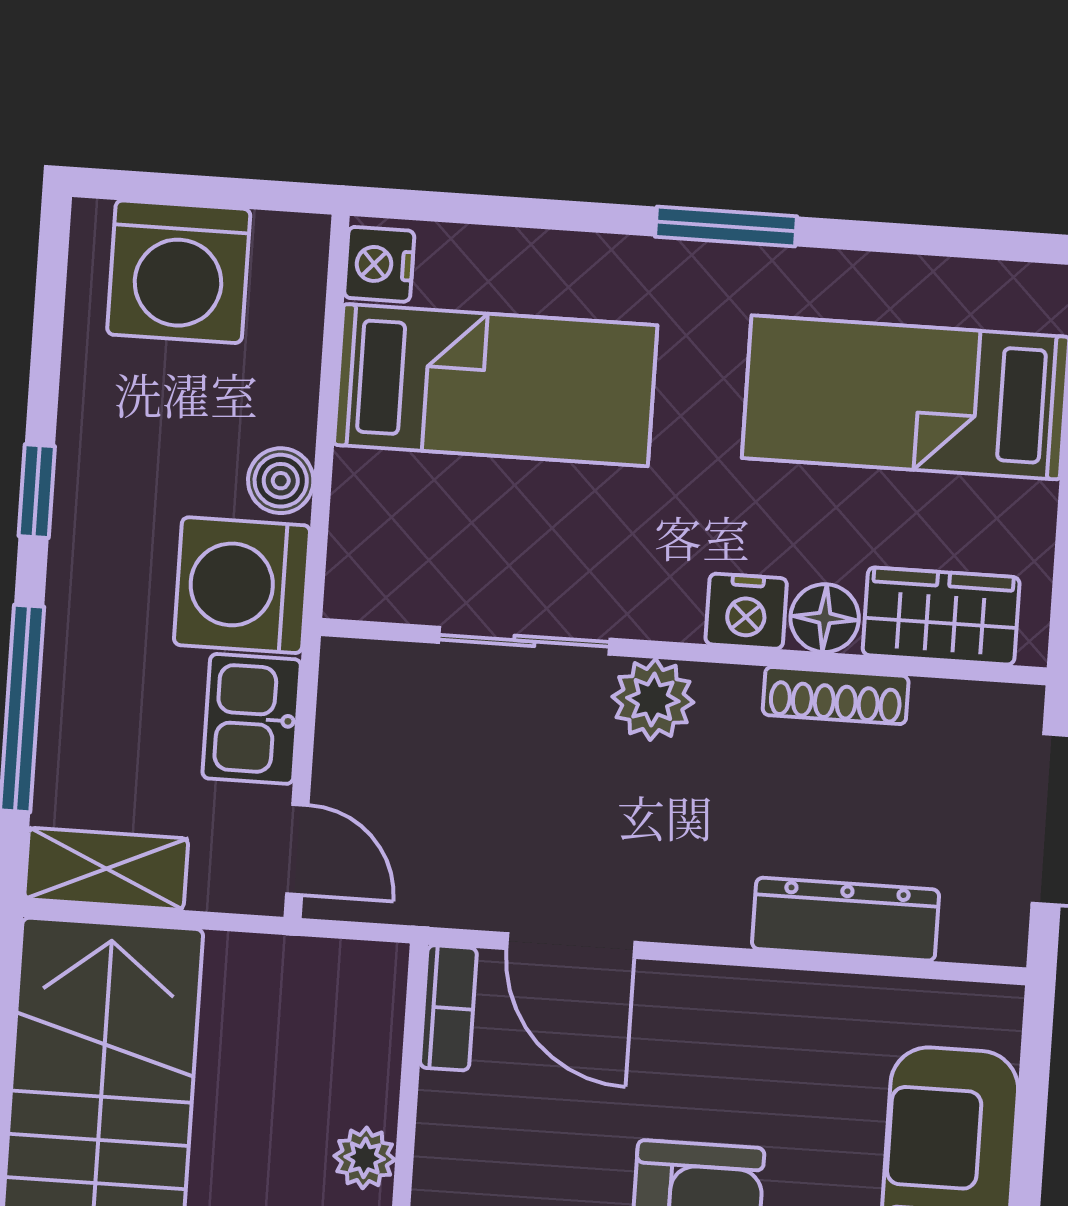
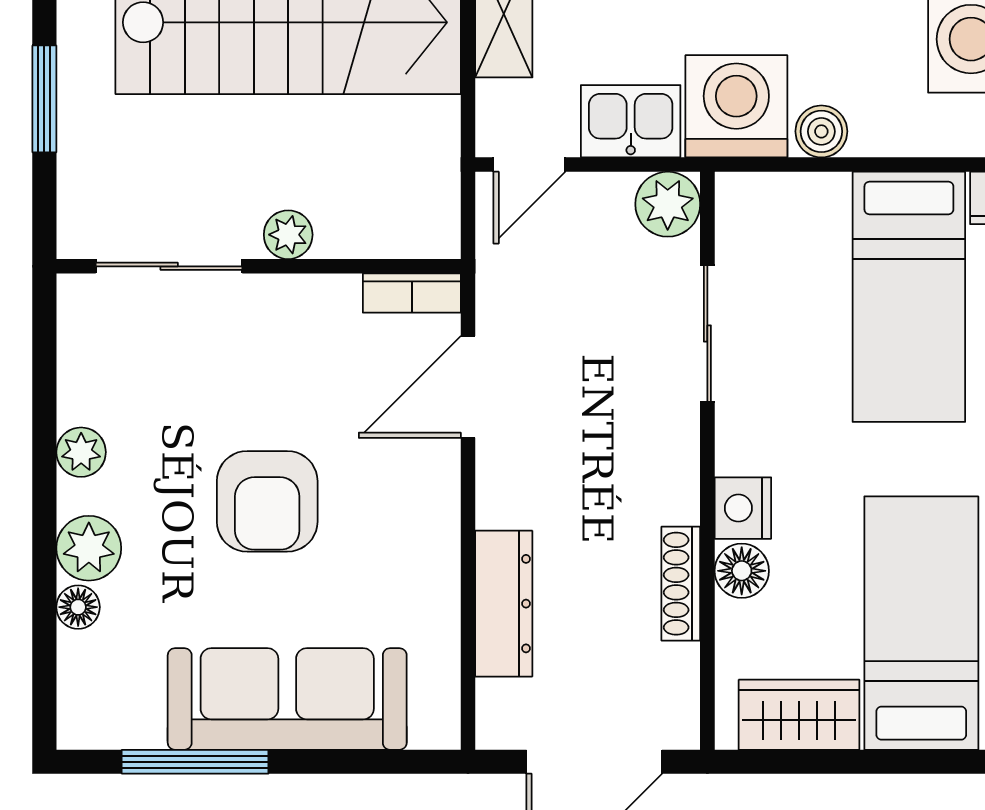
wardrobe: (941, 616) -> (799, 715), moved, turned -90
plant: (653, 700) -> (668, 204), moved

